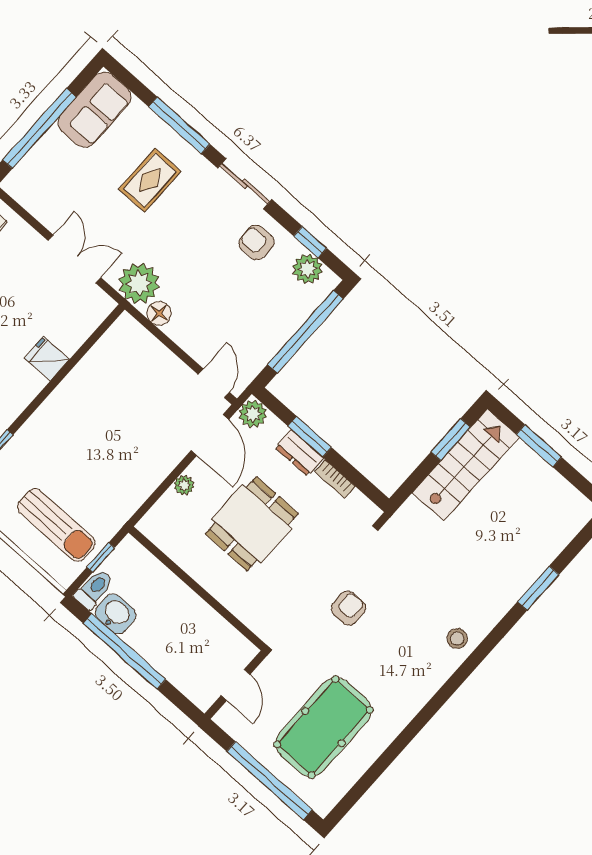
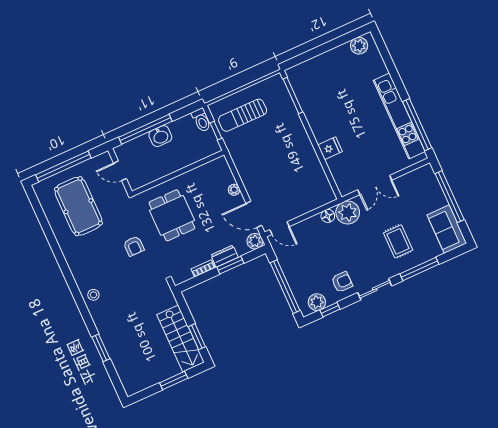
dining table: (252, 524) -> (172, 215), moved
washbasin: (116, 614) -> (160, 136), moved
window: (124, 651) -> (145, 129), moved

